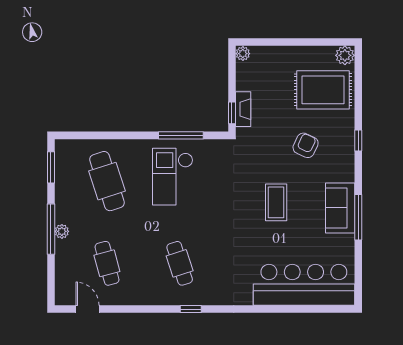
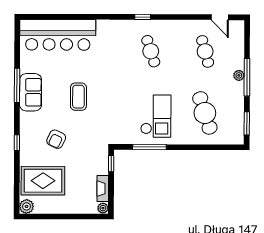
fireplace: (243, 109) -> (103, 189), moved

